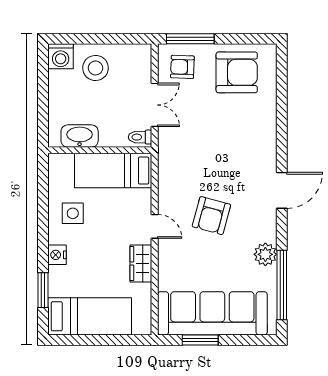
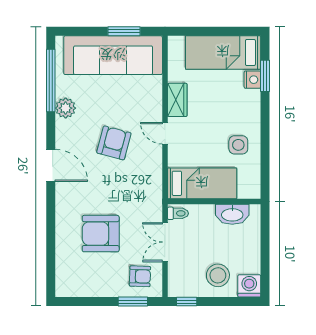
window: (130, 39) -> (187, 302), added
window: (190, 39) -> (133, 302), width x0.69
armchair: (237, 72) -> (101, 234), moved
door: (282, 190) -> (51, 165), swing flipped
nightstand: (57, 255) -> (252, 80), moved

